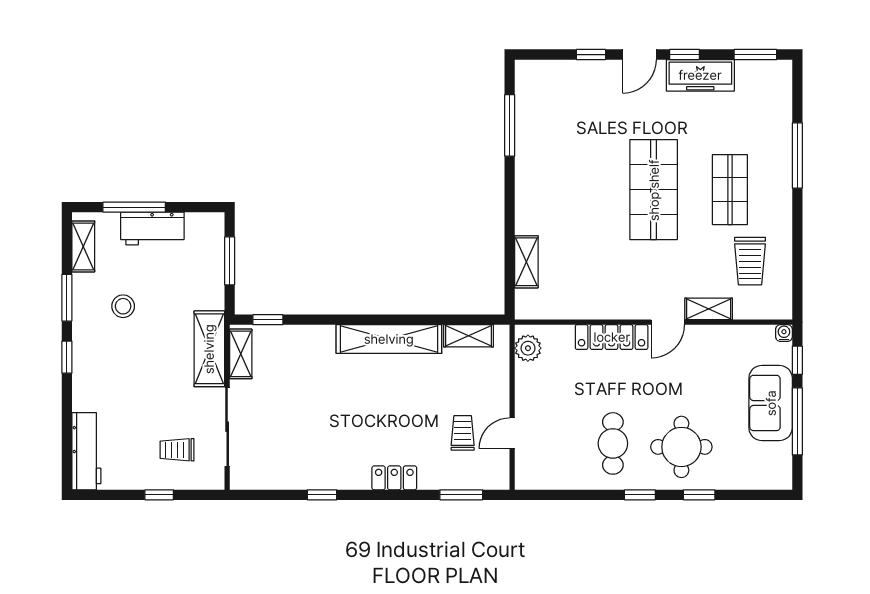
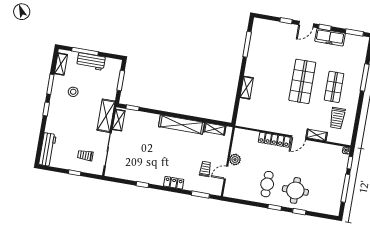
shelving: (526, 262) -> (247, 88), moved
plant: (528, 348) -> (235, 160), moved
sofa: (771, 403) -> (336, 179), removed

